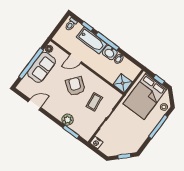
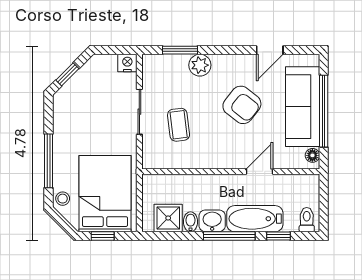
sofa: (42, 67) -> (303, 107), width x1.36
shower: (123, 83) -> (168, 218), moved
armchair: (75, 86) -> (242, 105), moved

